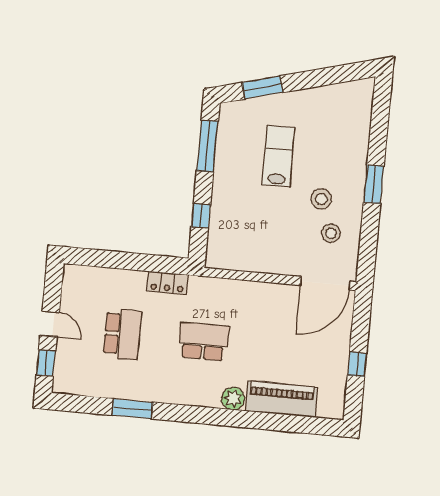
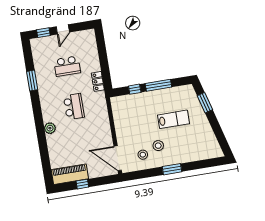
window: (207, 146) -> (158, 85), moved
piano: (281, 399) -> (70, 174), moved, turned -90

